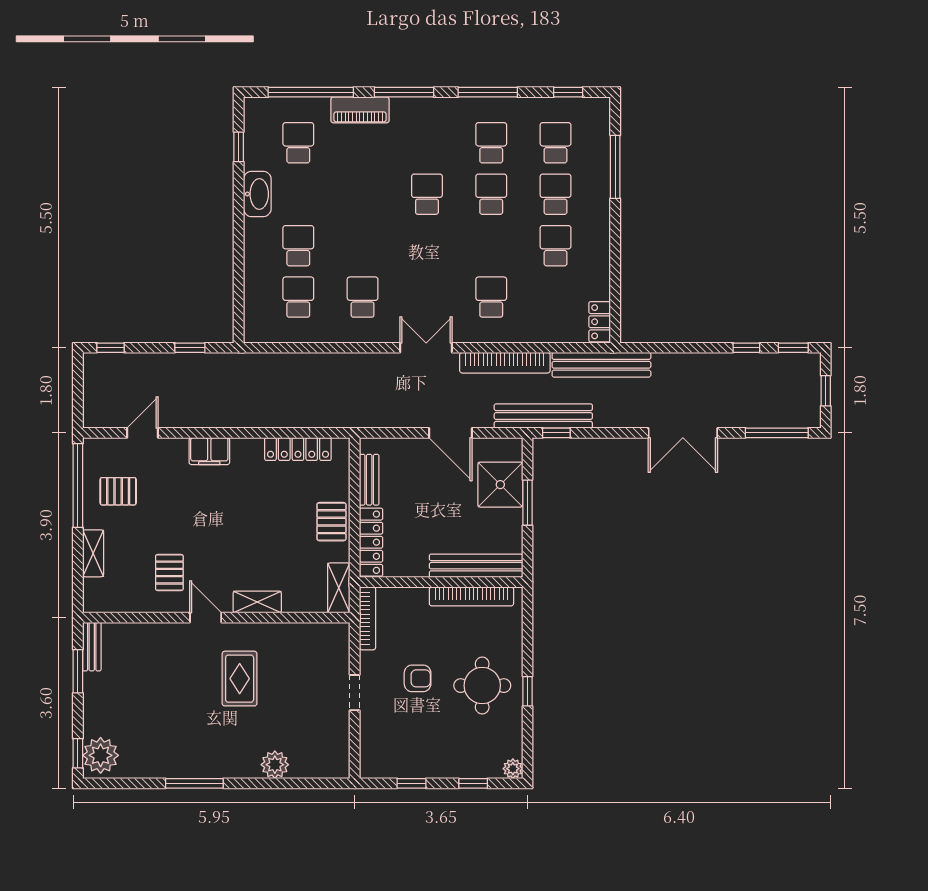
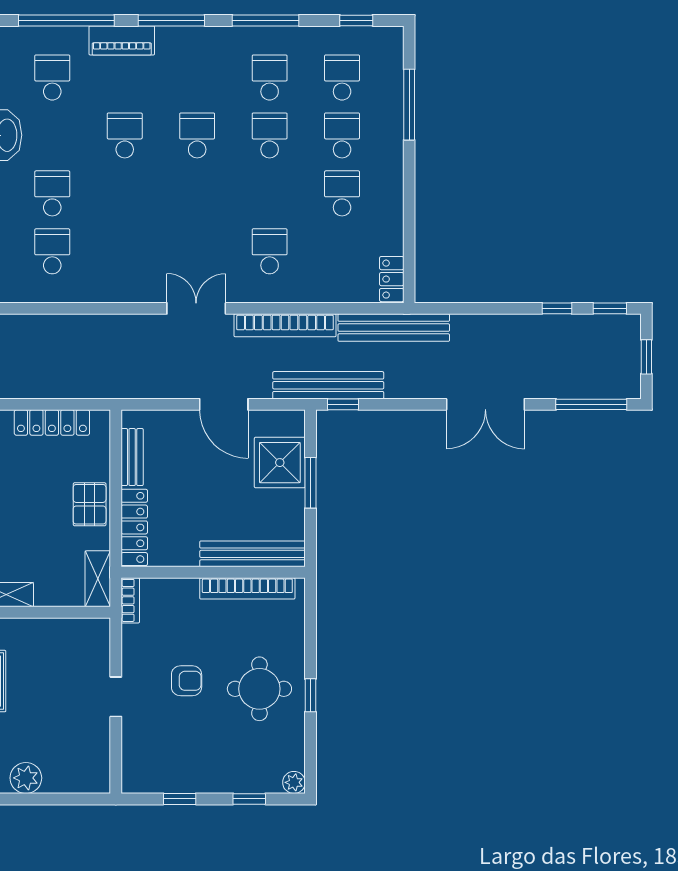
school desk: (363, 297) -> (125, 135), moved
bookcase: (368, 618) -> (130, 600), width x0.64

